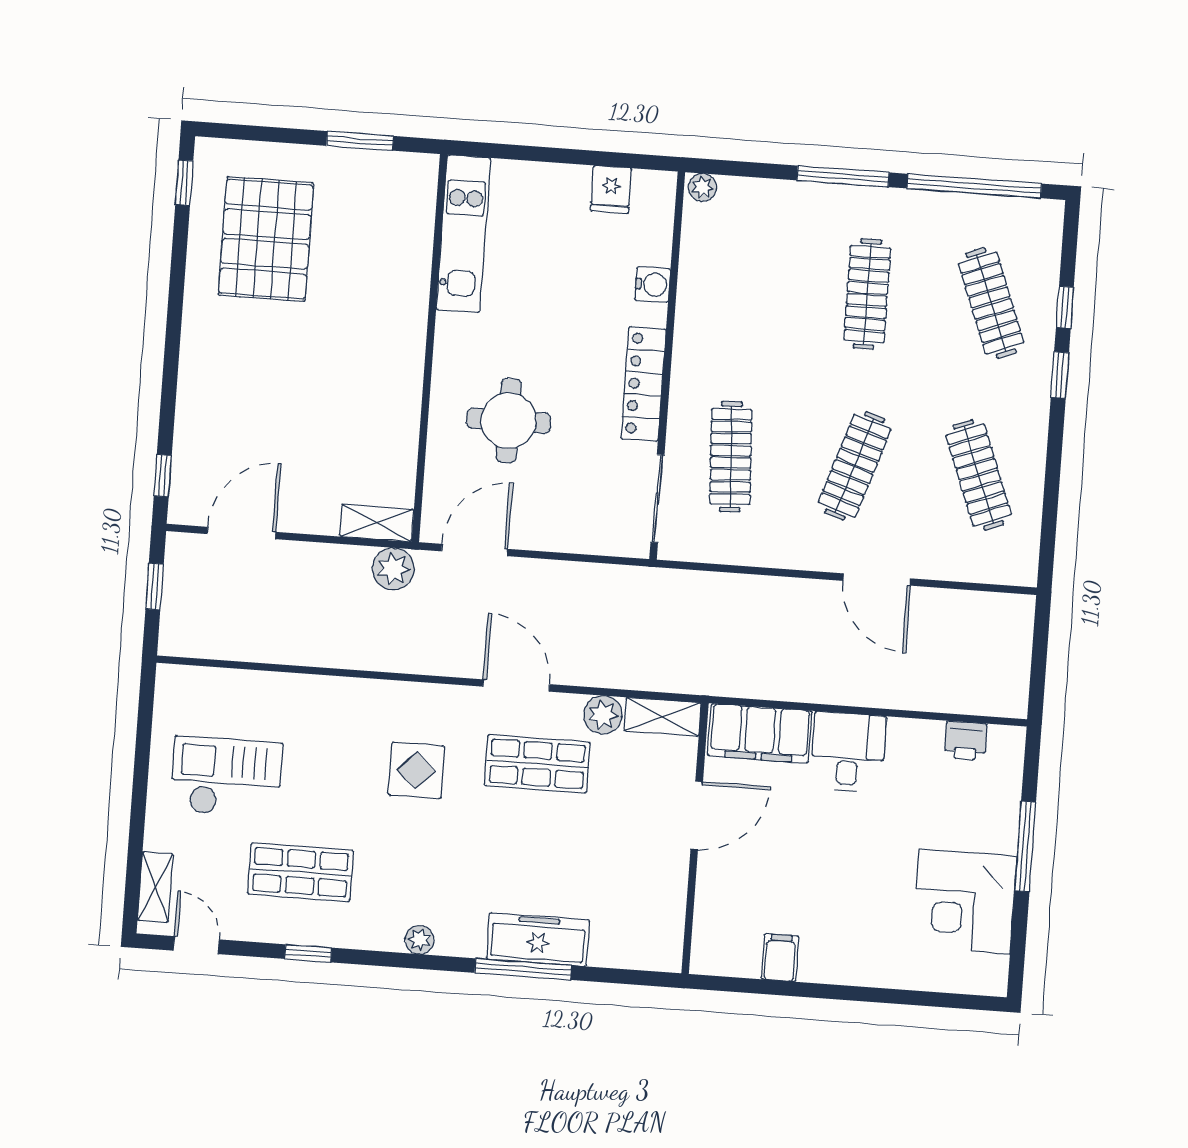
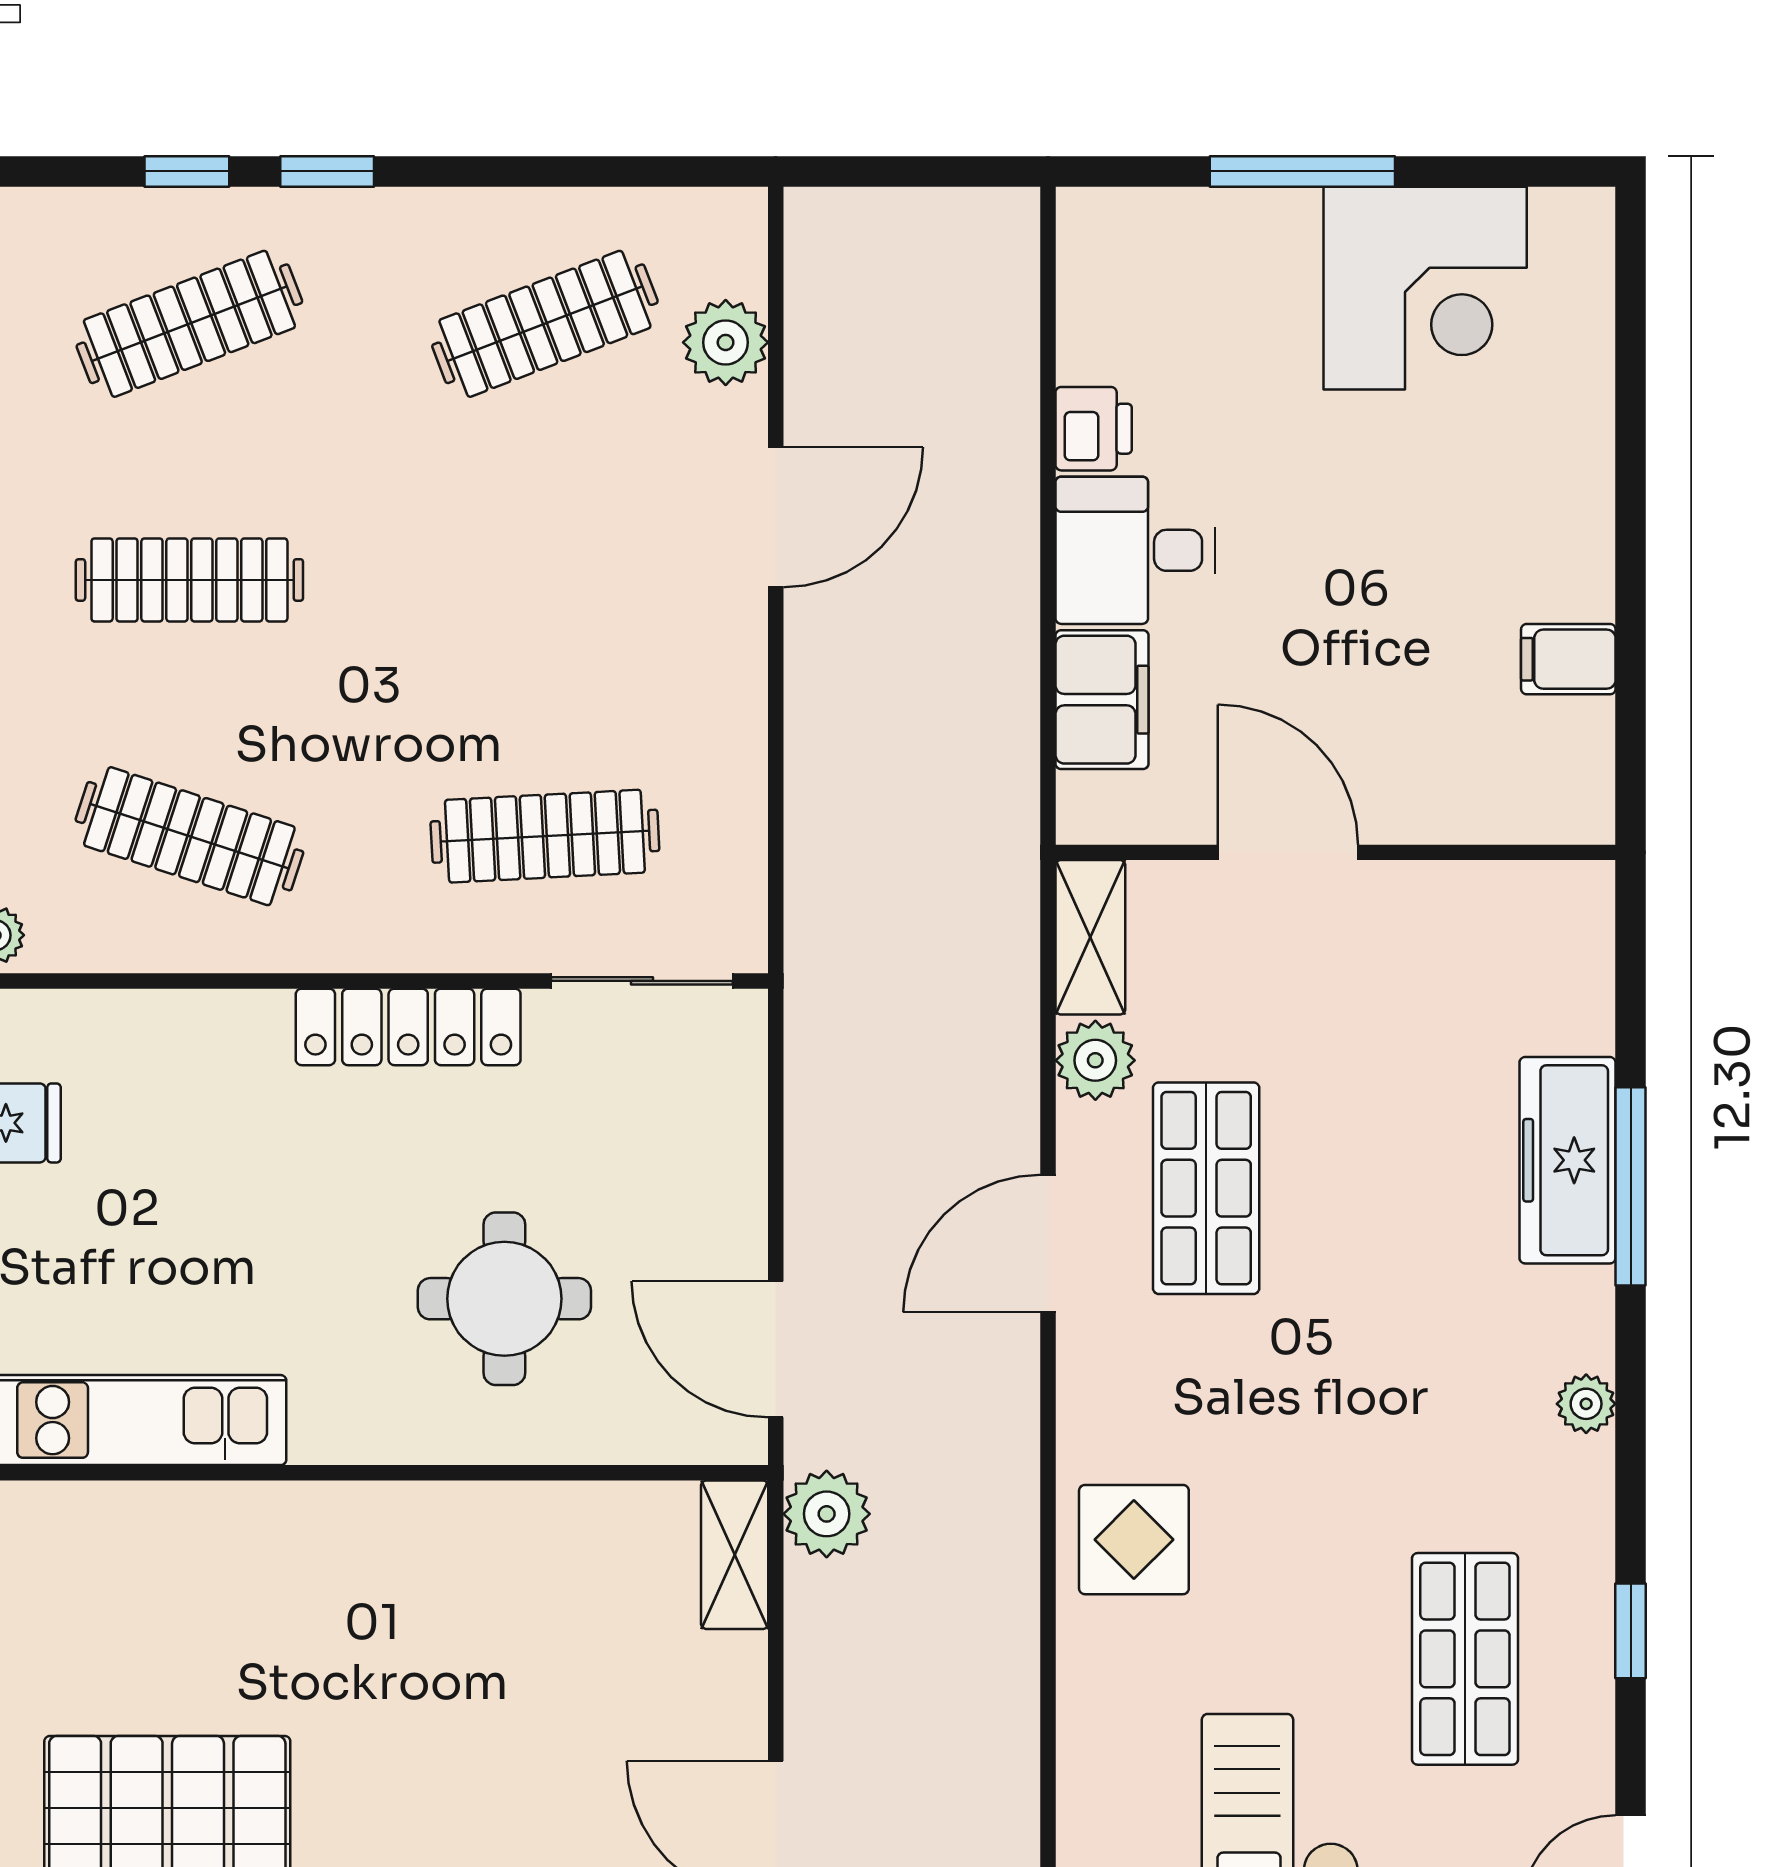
water cooler: (653, 285) -> (202, 1023), removed
clothes rail: (855, 466) -> (189, 836), moved
plant: (963, 562) -> (726, 342), added
filing cabinet: (760, 733) -> (1102, 700), width x0.67, depth x0.86
printer: (966, 741) -> (1094, 429), moved
display table: (416, 770) -> (1134, 1540), moved

